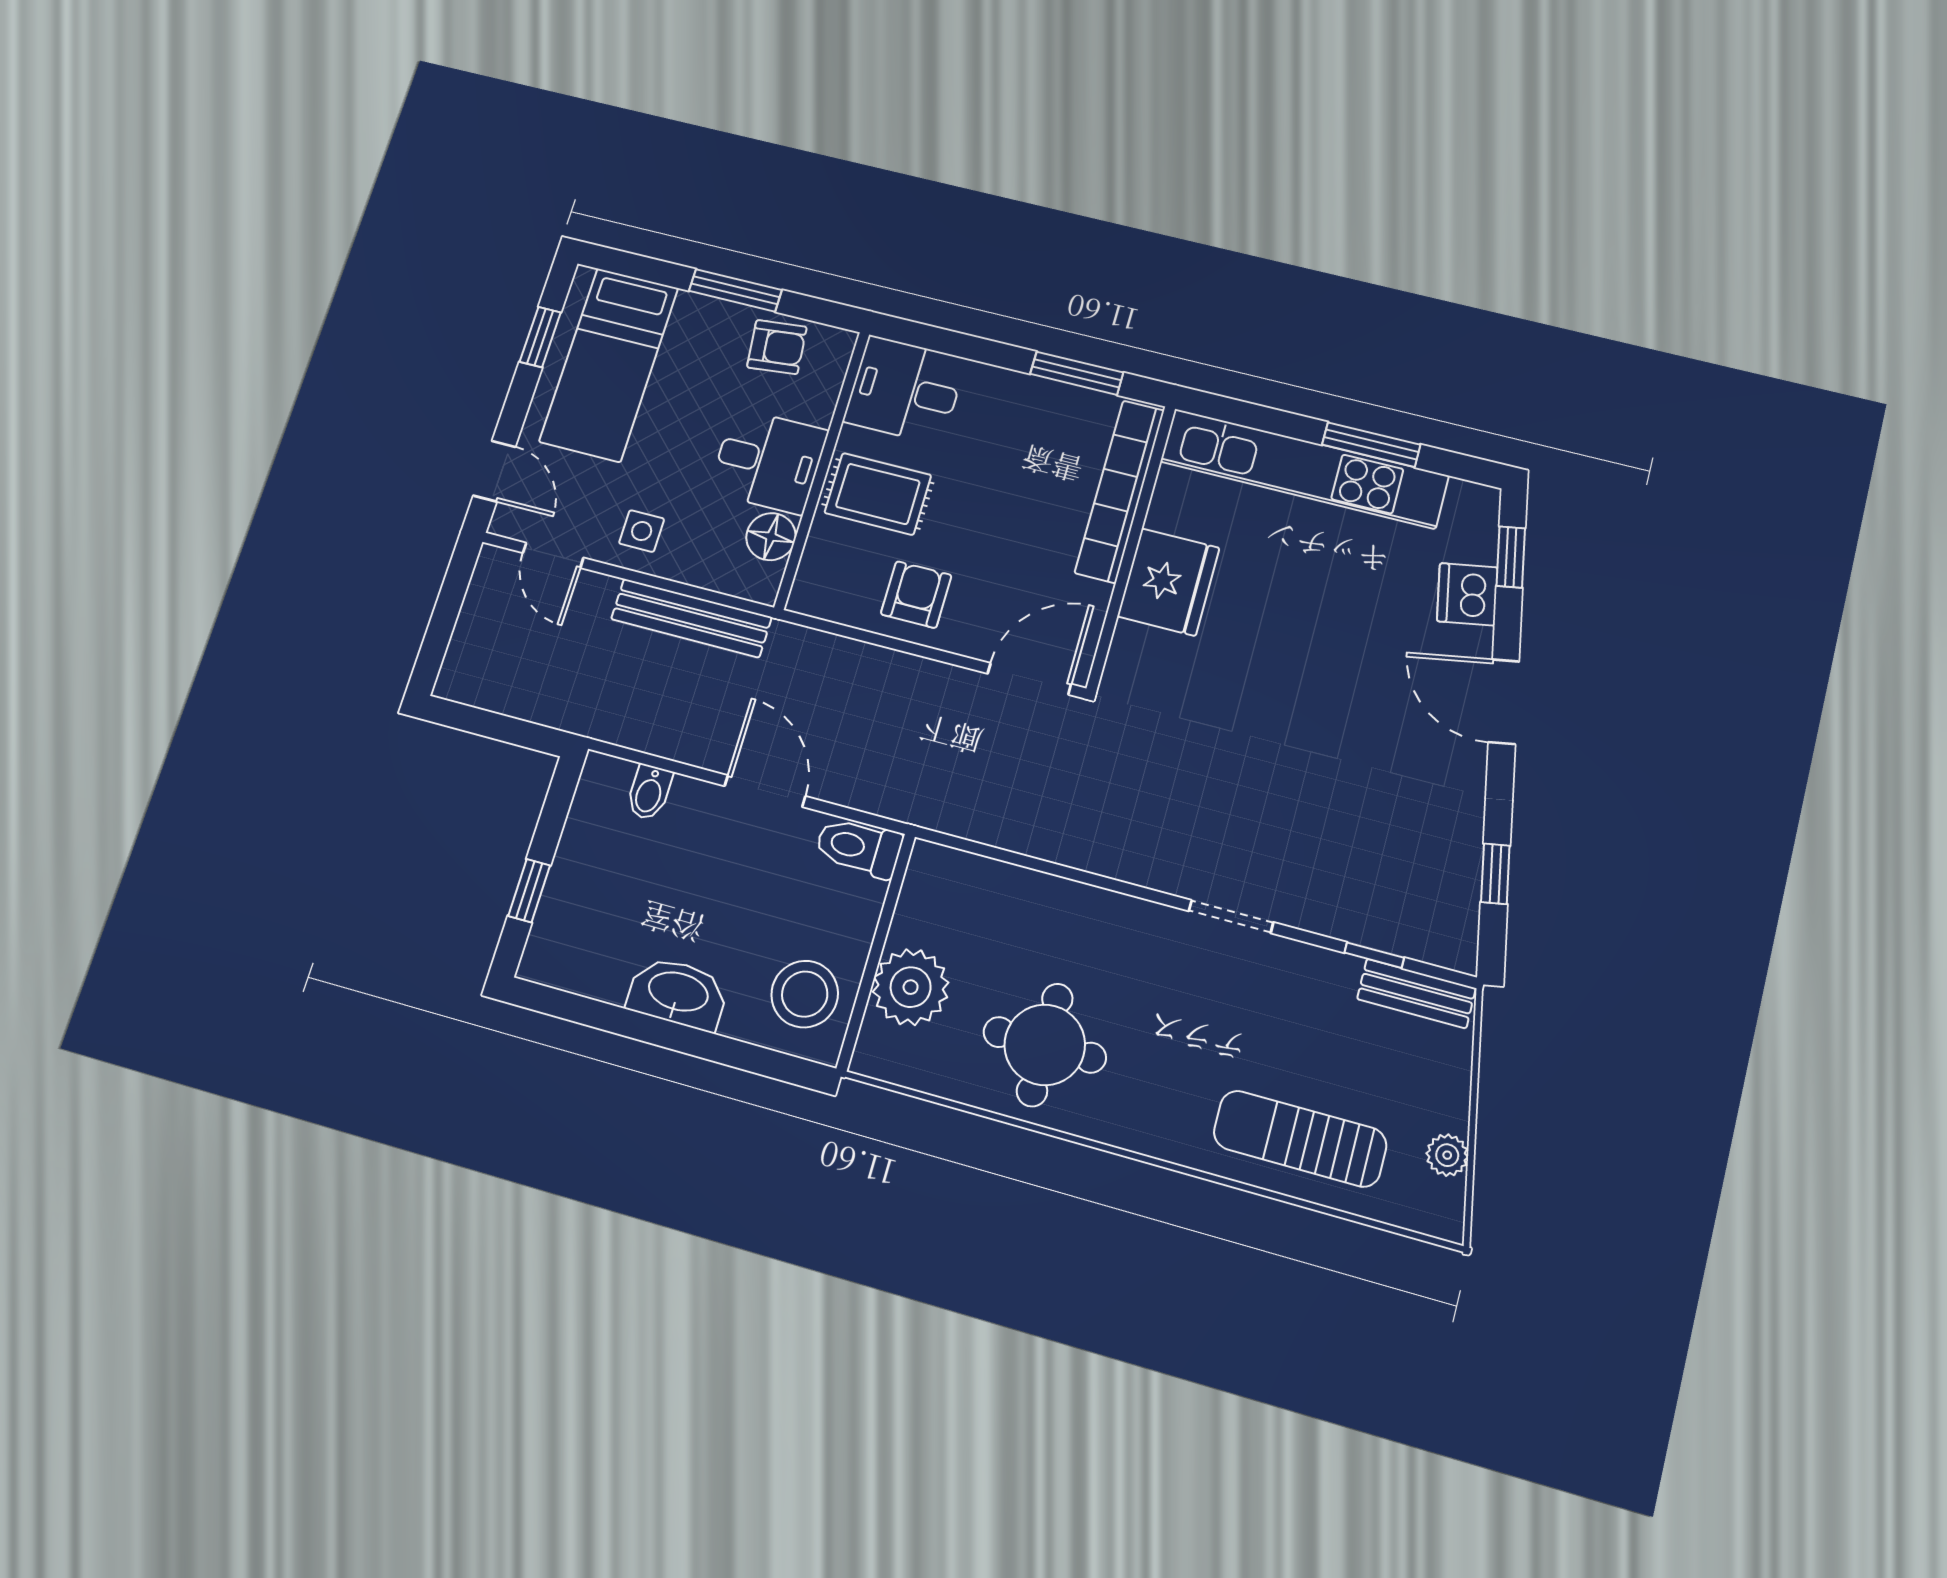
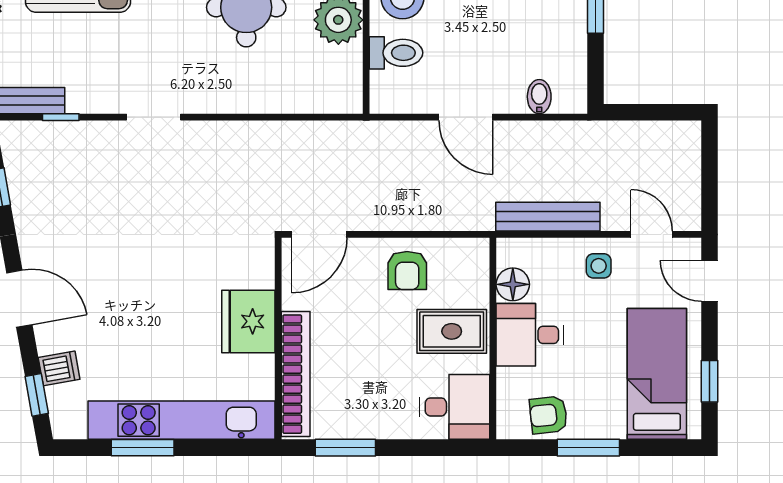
dishwasher: (1467, 594) -> (59, 368), width x0.73
toilet: (859, 847) -> (396, 53), moved

